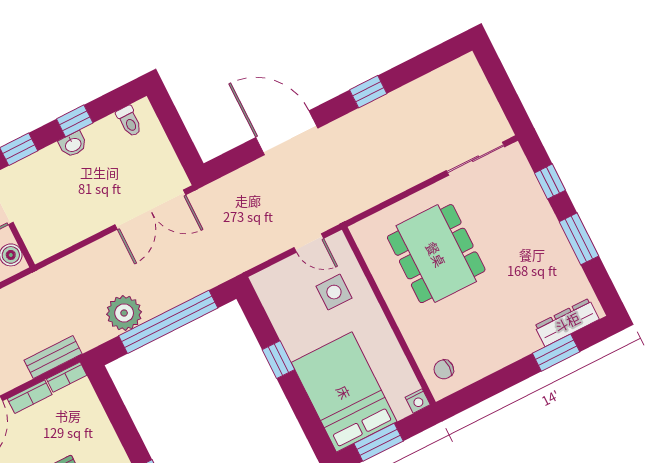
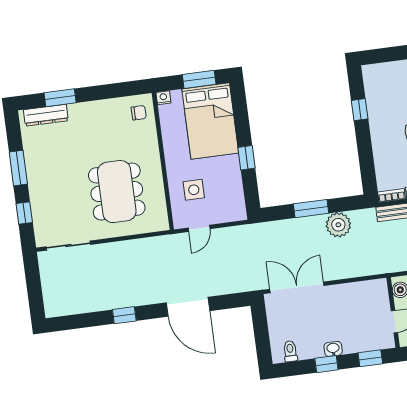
door: (309, 243) -> (199, 228), swing flipped
window: (168, 322) -> (311, 209), width x0.47

